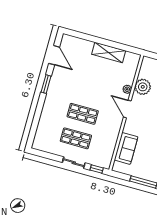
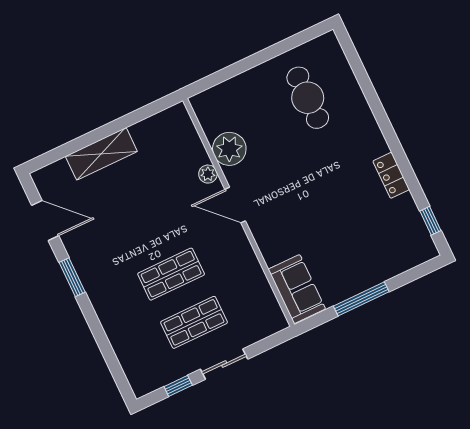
shelving: (109, 52) -> (101, 154), moved
sofa: (126, 148) -> (297, 289), moved
window: (97, 169) -> (178, 386), moved

